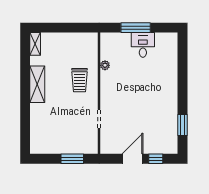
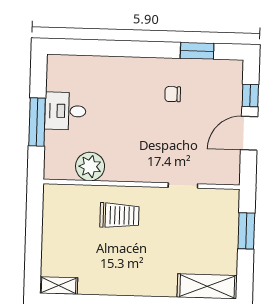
plant: (105, 65) -> (90, 166), width x1.88, depth x1.88
shelving: (37, 84) -> (207, 286), moved
chair: (155, 111) -> (173, 94), added
door: (133, 159) -> (249, 133), hinge flipped

